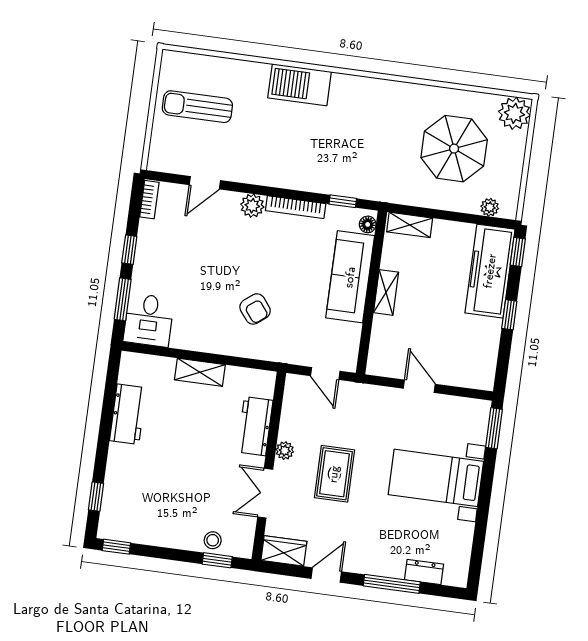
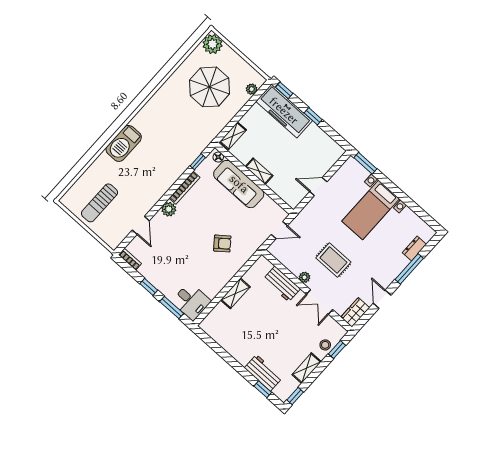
workbench: (128, 414) -> (263, 373), moved
shelving: (164, 536) -> (307, 368), added

